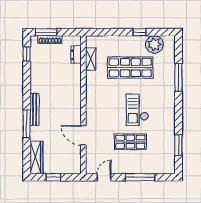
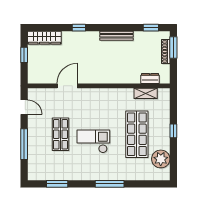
window: (140, 32) -> (173, 131), moved
window: (178, 78) -> (110, 184), moved
bench: (35, 109) -> (116, 36), moved
window: (27, 124) -> (79, 28), width x0.46

